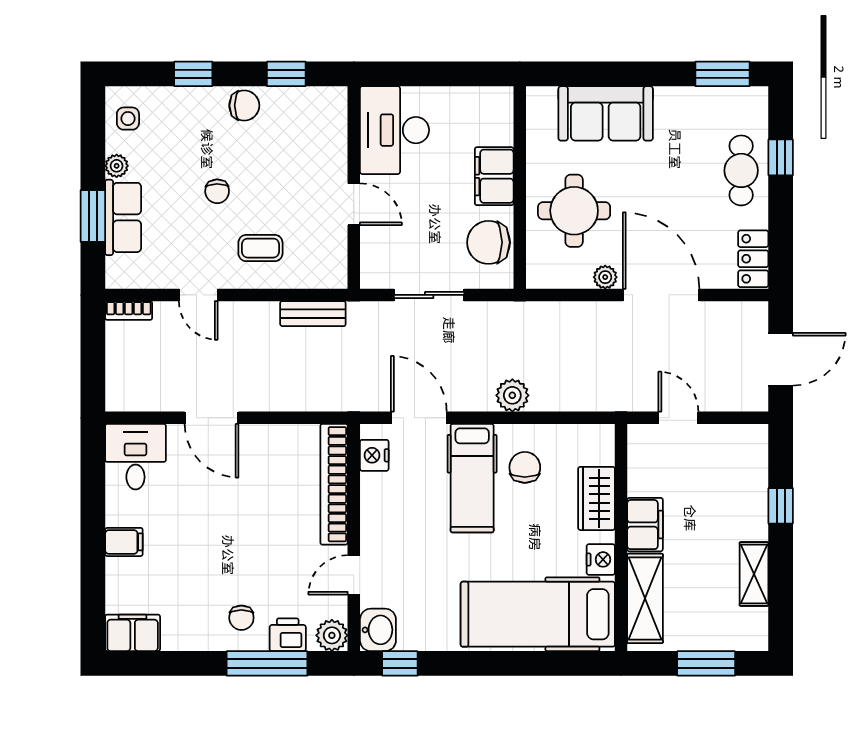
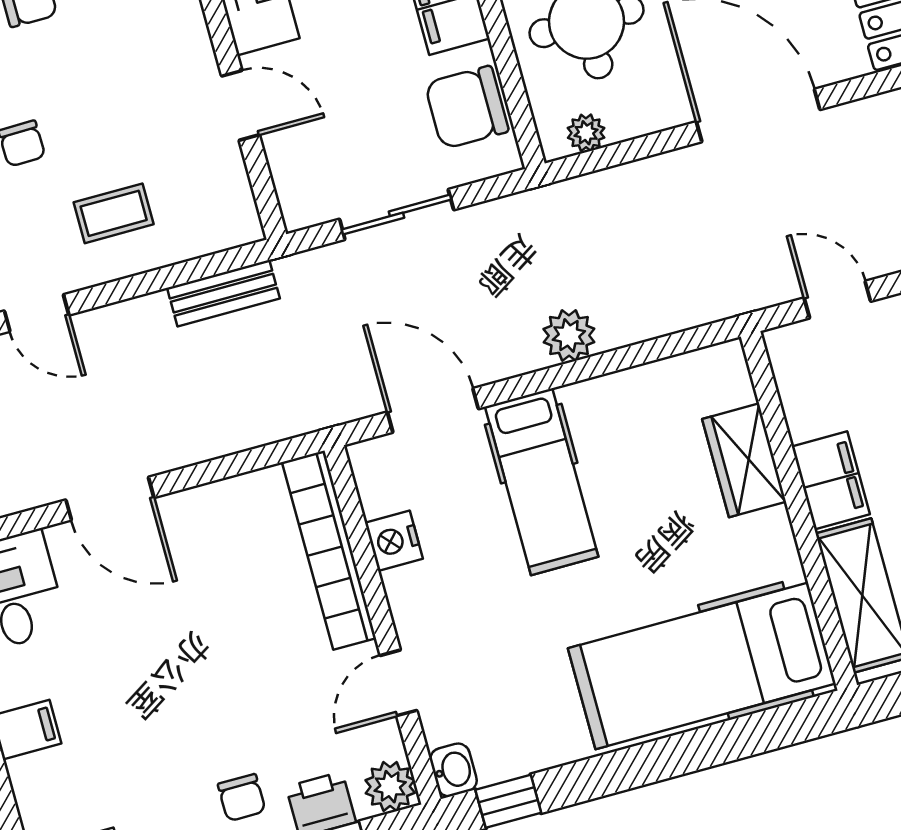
plant: (605, 277) -> (586, 133), moved
nightstand: (374, 455) -> (394, 541), moved
chair: (525, 467) -> (619, 442), removed
nightstand: (601, 559) -> (777, 554), removed
washbasin: (378, 630) -> (453, 770), width x0.72, depth x0.69

